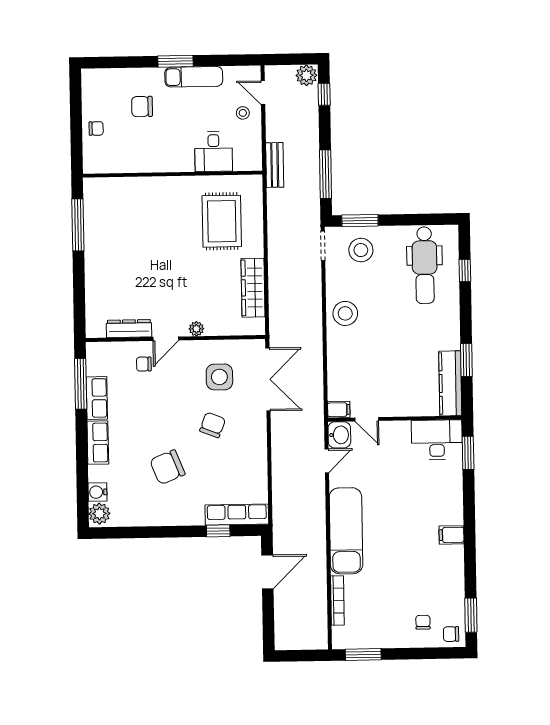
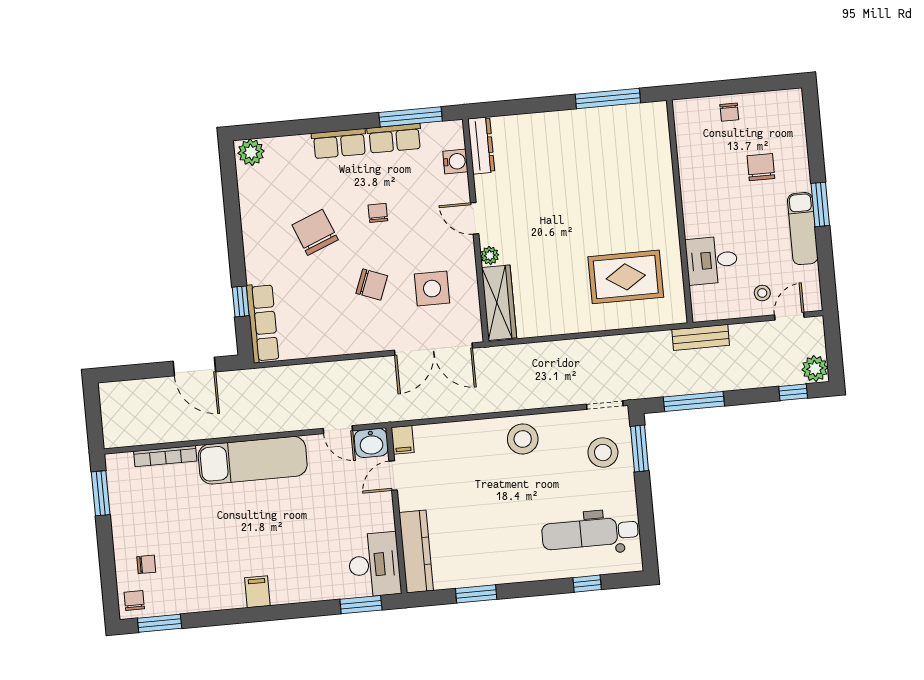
wardrobe: (253, 288) -> (499, 303), moved, turned 90
dresser: (129, 329) -> (481, 146), moved
chair: (144, 364) -> (378, 213), moved
kitchen counter: (450, 383) -> (416, 552), moved, turned 90
water cooler: (98, 492) -> (455, 161), moved, turned 90

